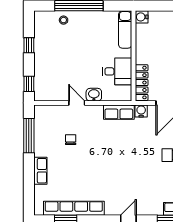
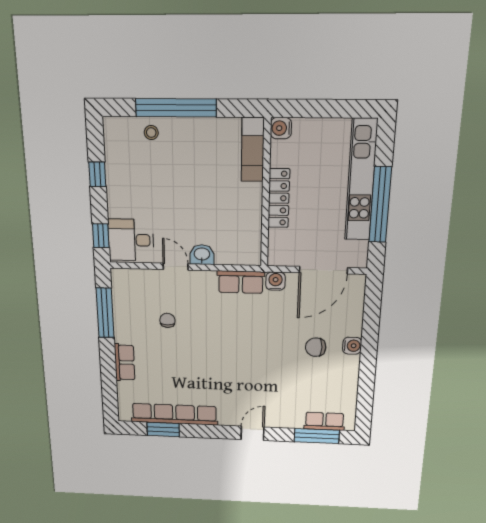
desk: (117, 71) -> (131, 240), moved, turned 180
locker: (142, 83) -> (279, 198), moved

